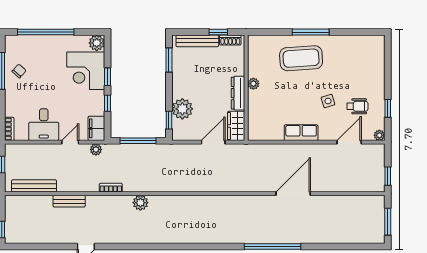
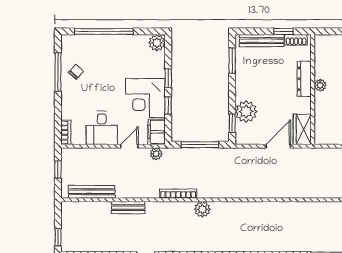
corner desk: (86, 71) -> (145, 98), moved
dresser: (238, 93) -> (304, 79), moved
bookcase: (111, 188) -> (178, 194), width x1.56

